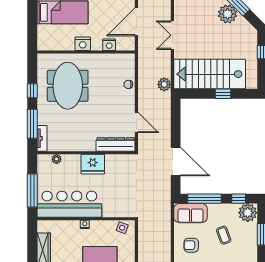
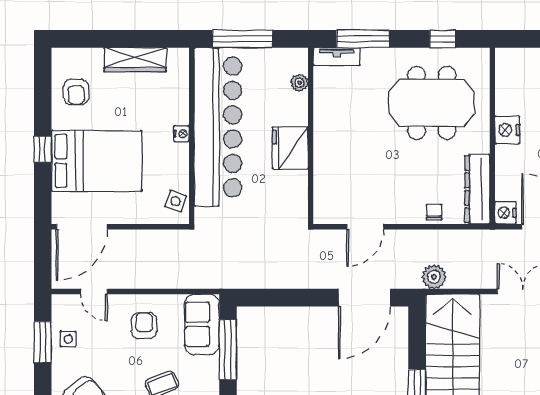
nightstand: (109, 45) -> (505, 213), moved
window: (32, 91) -> (443, 39), moved
dresser: (116, 144) -> (477, 189), moved, turned 180
door: (176, 162) -> (364, 298), moved
bar counter: (69, 204) -> (218, 127), width x1.36

